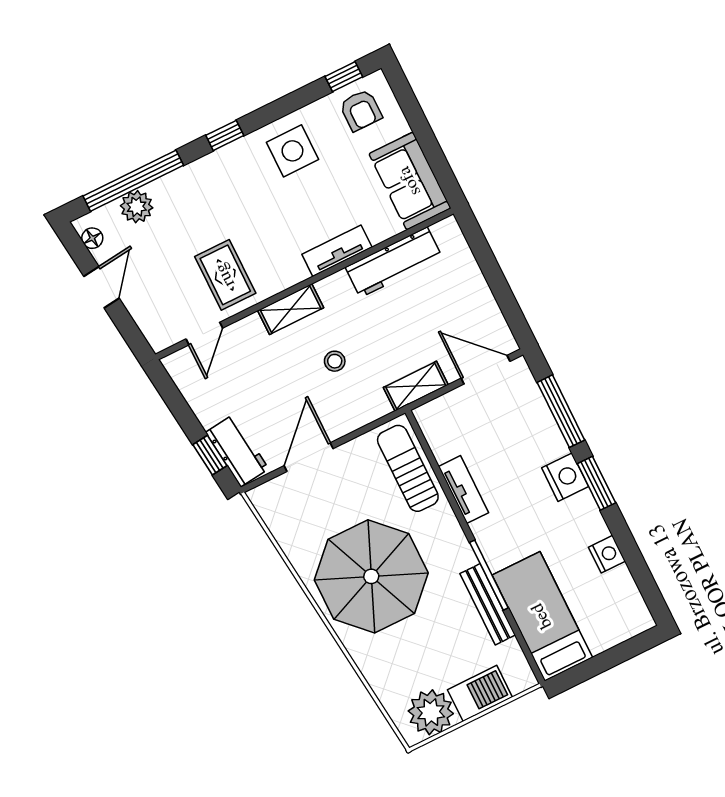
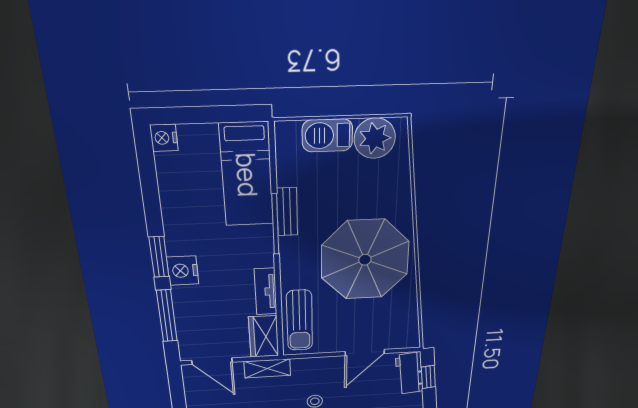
wardrobe: (440, 429) -> (264, 337), added
nightstand: (607, 554) -> (164, 138), moved
bench: (488, 604) -> (287, 212), width x0.73

